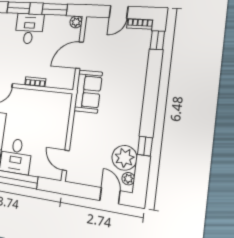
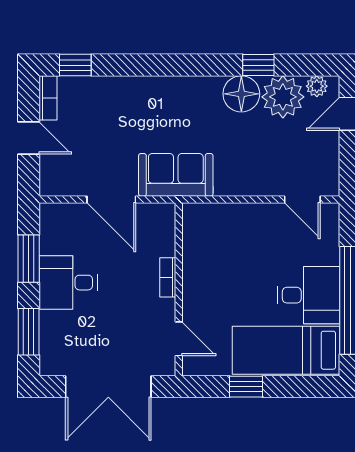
plant: (76, 22) -> (50, 214), removed
desk: (29, 29) -> (68, 283), moved
floor lamp: (129, 134) -> (241, 94), added
door: (66, 160) -> (302, 199), hinge flipped

